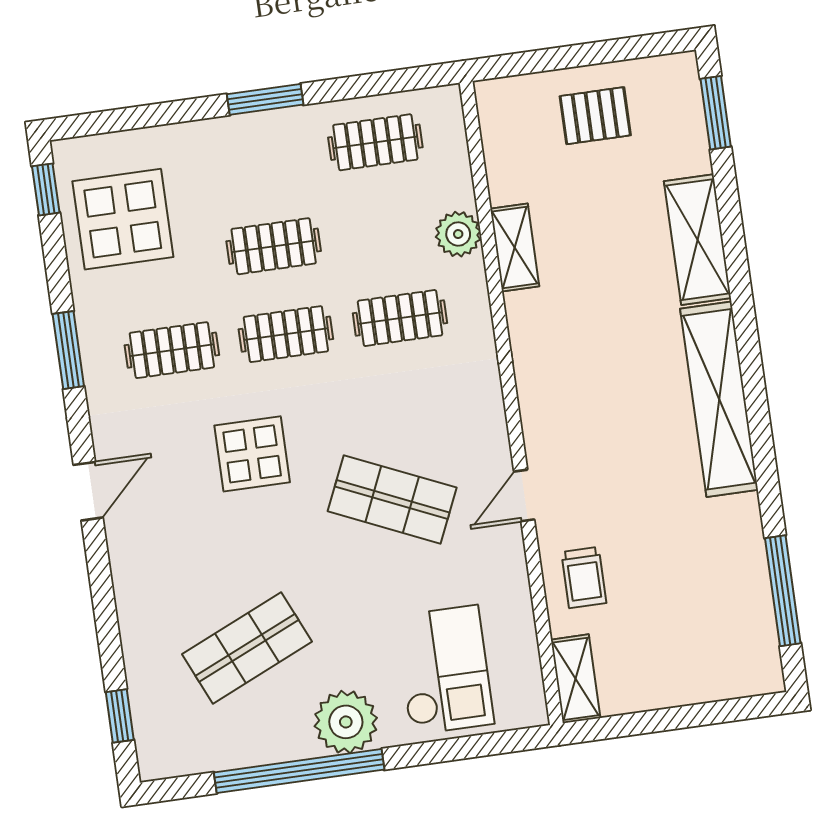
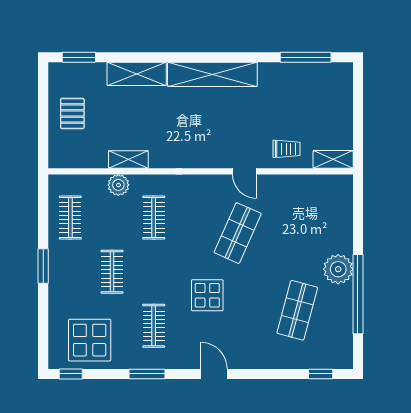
clothes rail: (286, 334) -> (154, 272), removed
shop shelf: (247, 648) -> (297, 310), turned 39
checkout: (444, 670) -> (320, 220), removed

